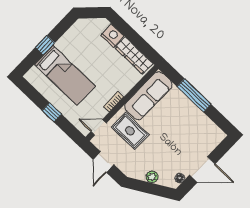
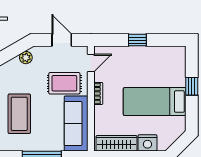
bed: (65, 75) -> (155, 102), moved
coffee table: (181, 140) -> (19, 114), added
plant: (152, 177) -> (26, 58), moved

